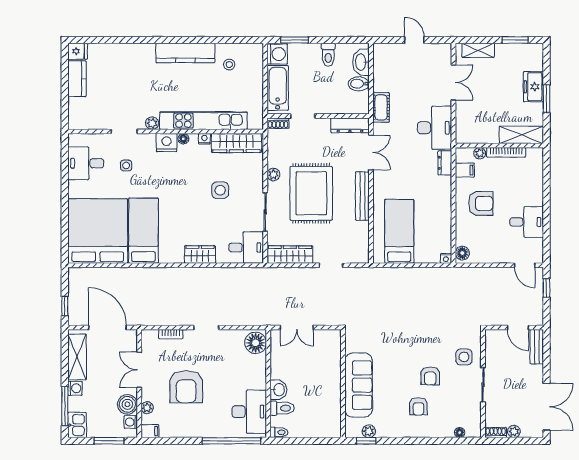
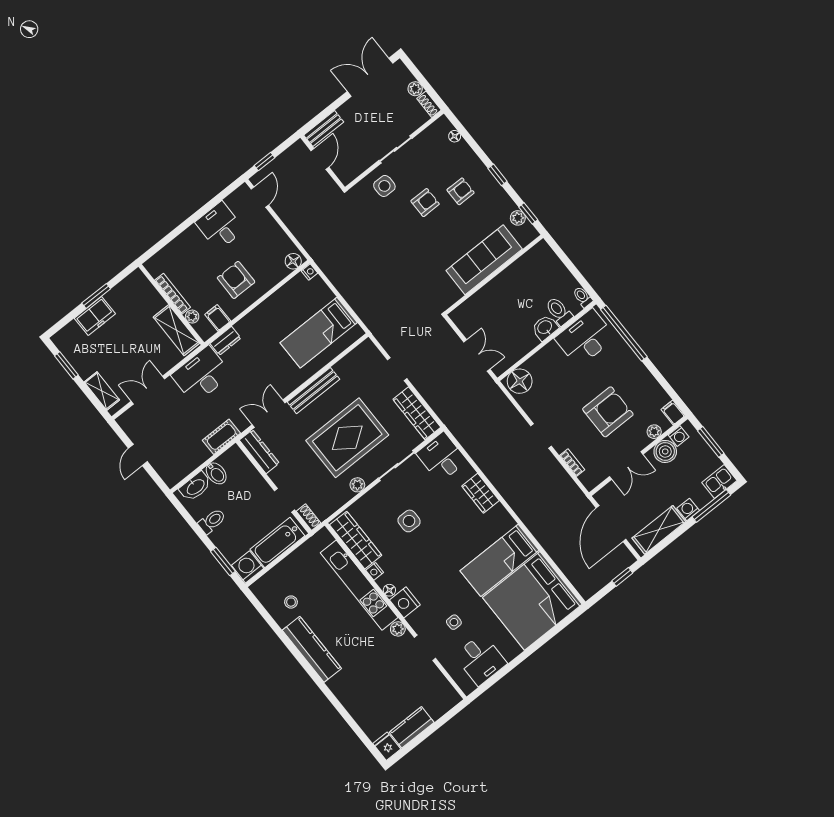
shelving: (521, 135) -> (176, 330), moved
window: (410, 441) -> (497, 175), added

